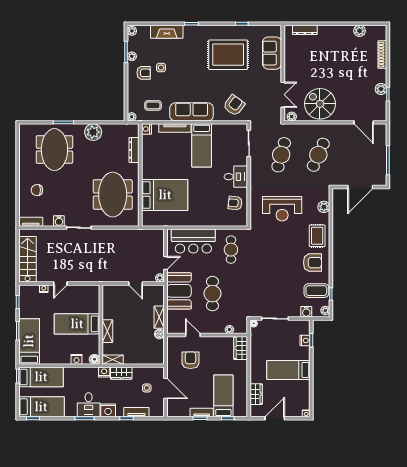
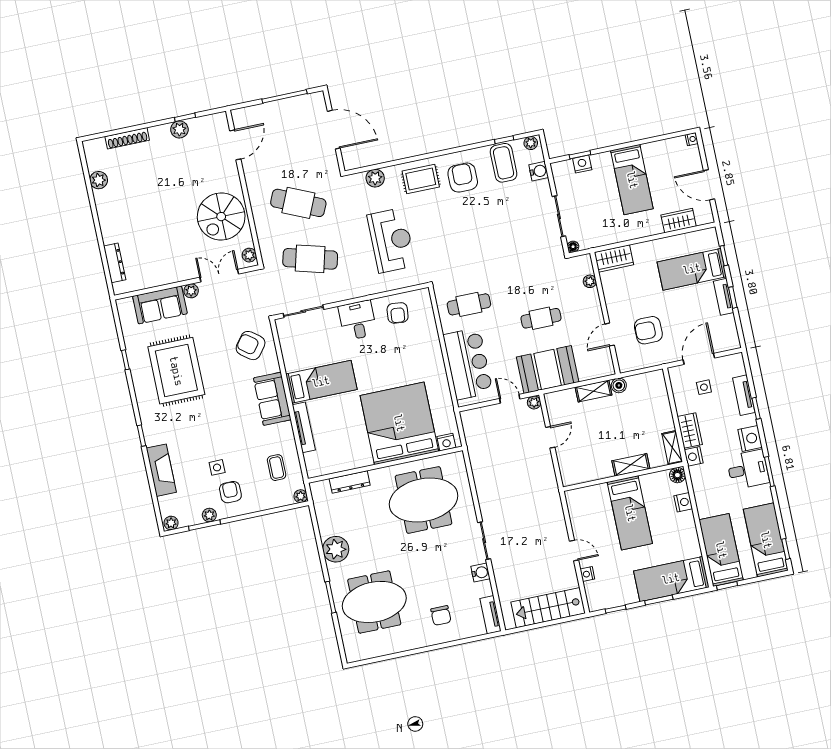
plant: (277, 75) -> (191, 291), added
sofa: (192, 112) -> (272, 399), width x0.73
nightstand: (146, 129) -> (446, 442), moved
bed: (165, 195) -> (399, 423), width x1.36
cafe table: (212, 294) -> (541, 318), width x0.73, depth x0.74

